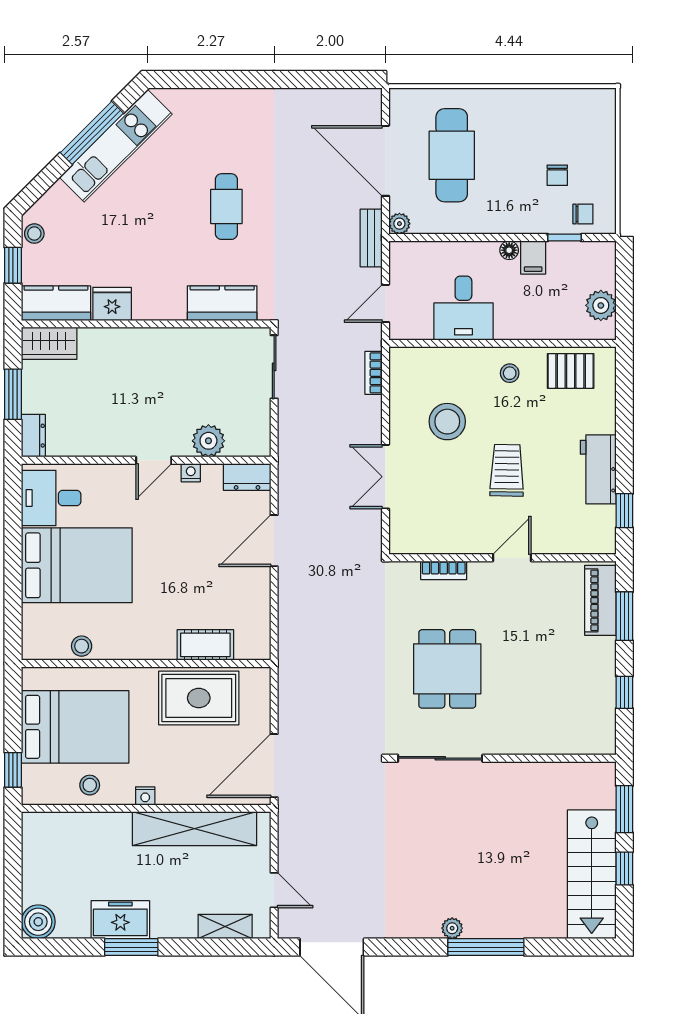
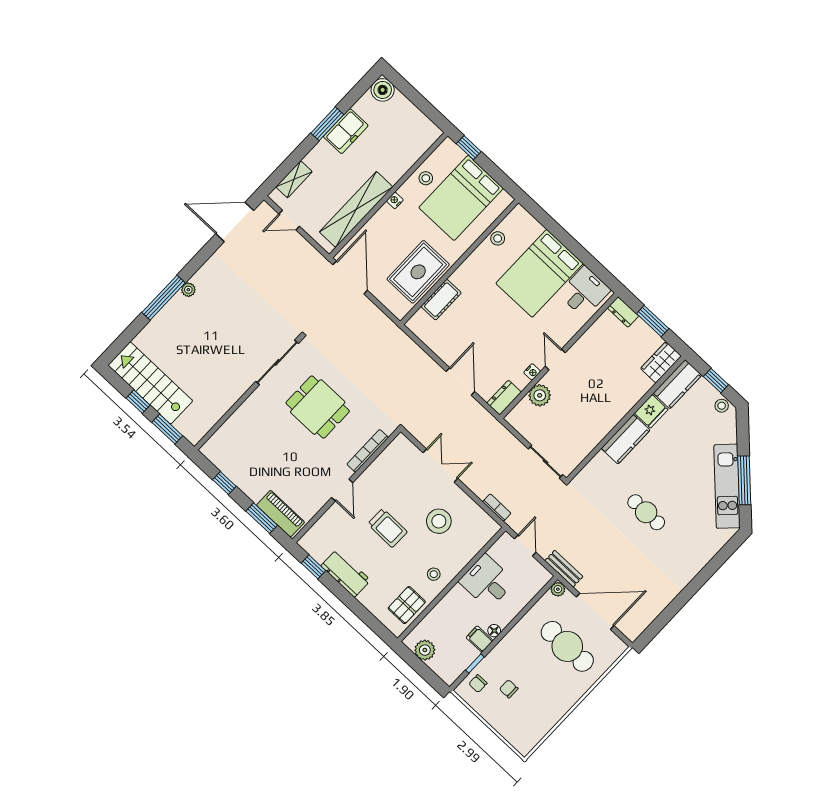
kitchen counter: (222, 303) -> (626, 439), moved
bookcase: (444, 570) -> (368, 451), width x1.56

